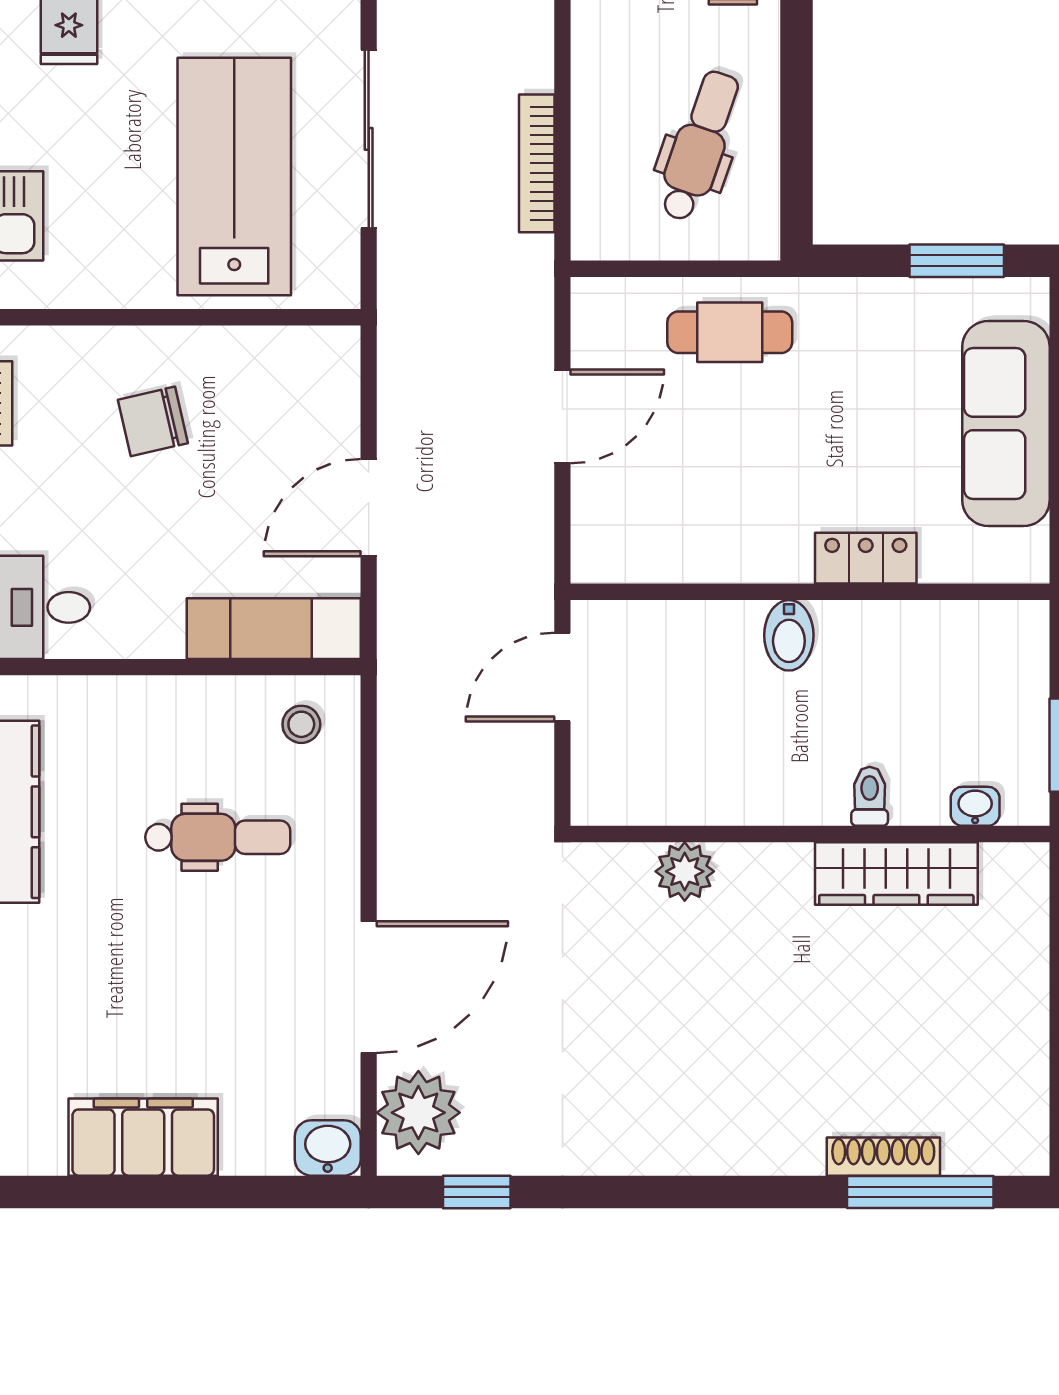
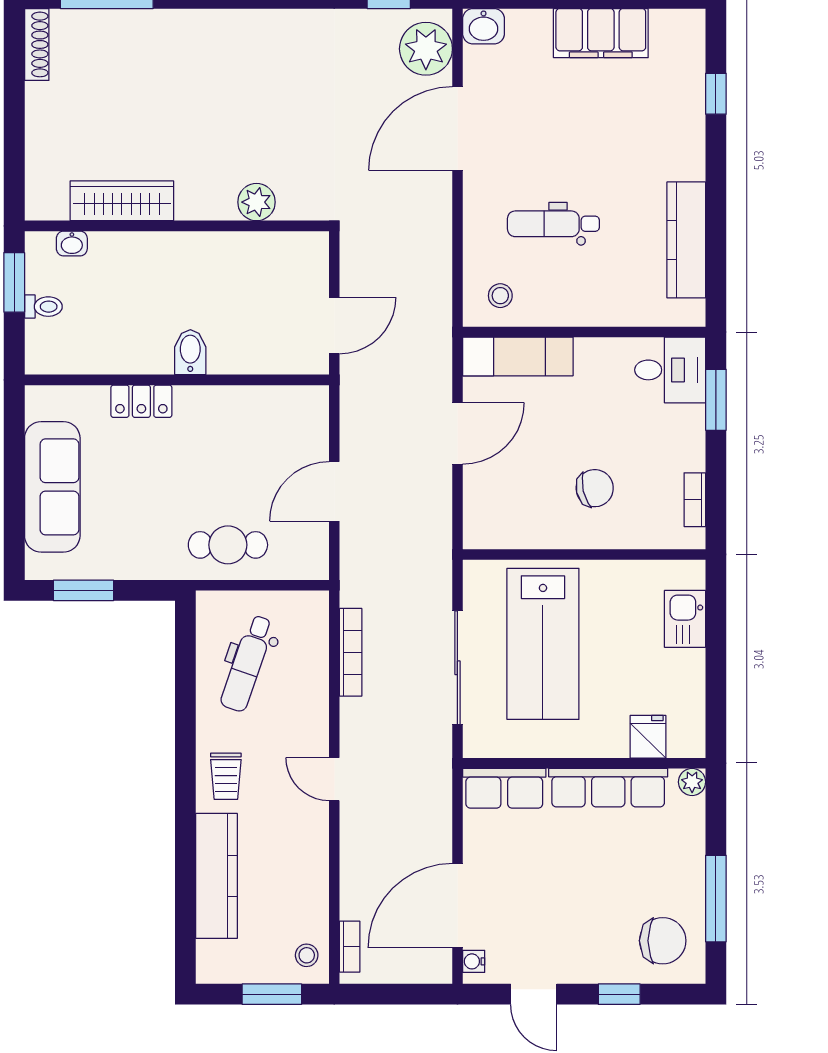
toilet: (870, 796) -> (43, 307), moved, turned -90
shoe rack: (883, 1157) -> (37, 44), moved, turned -90

